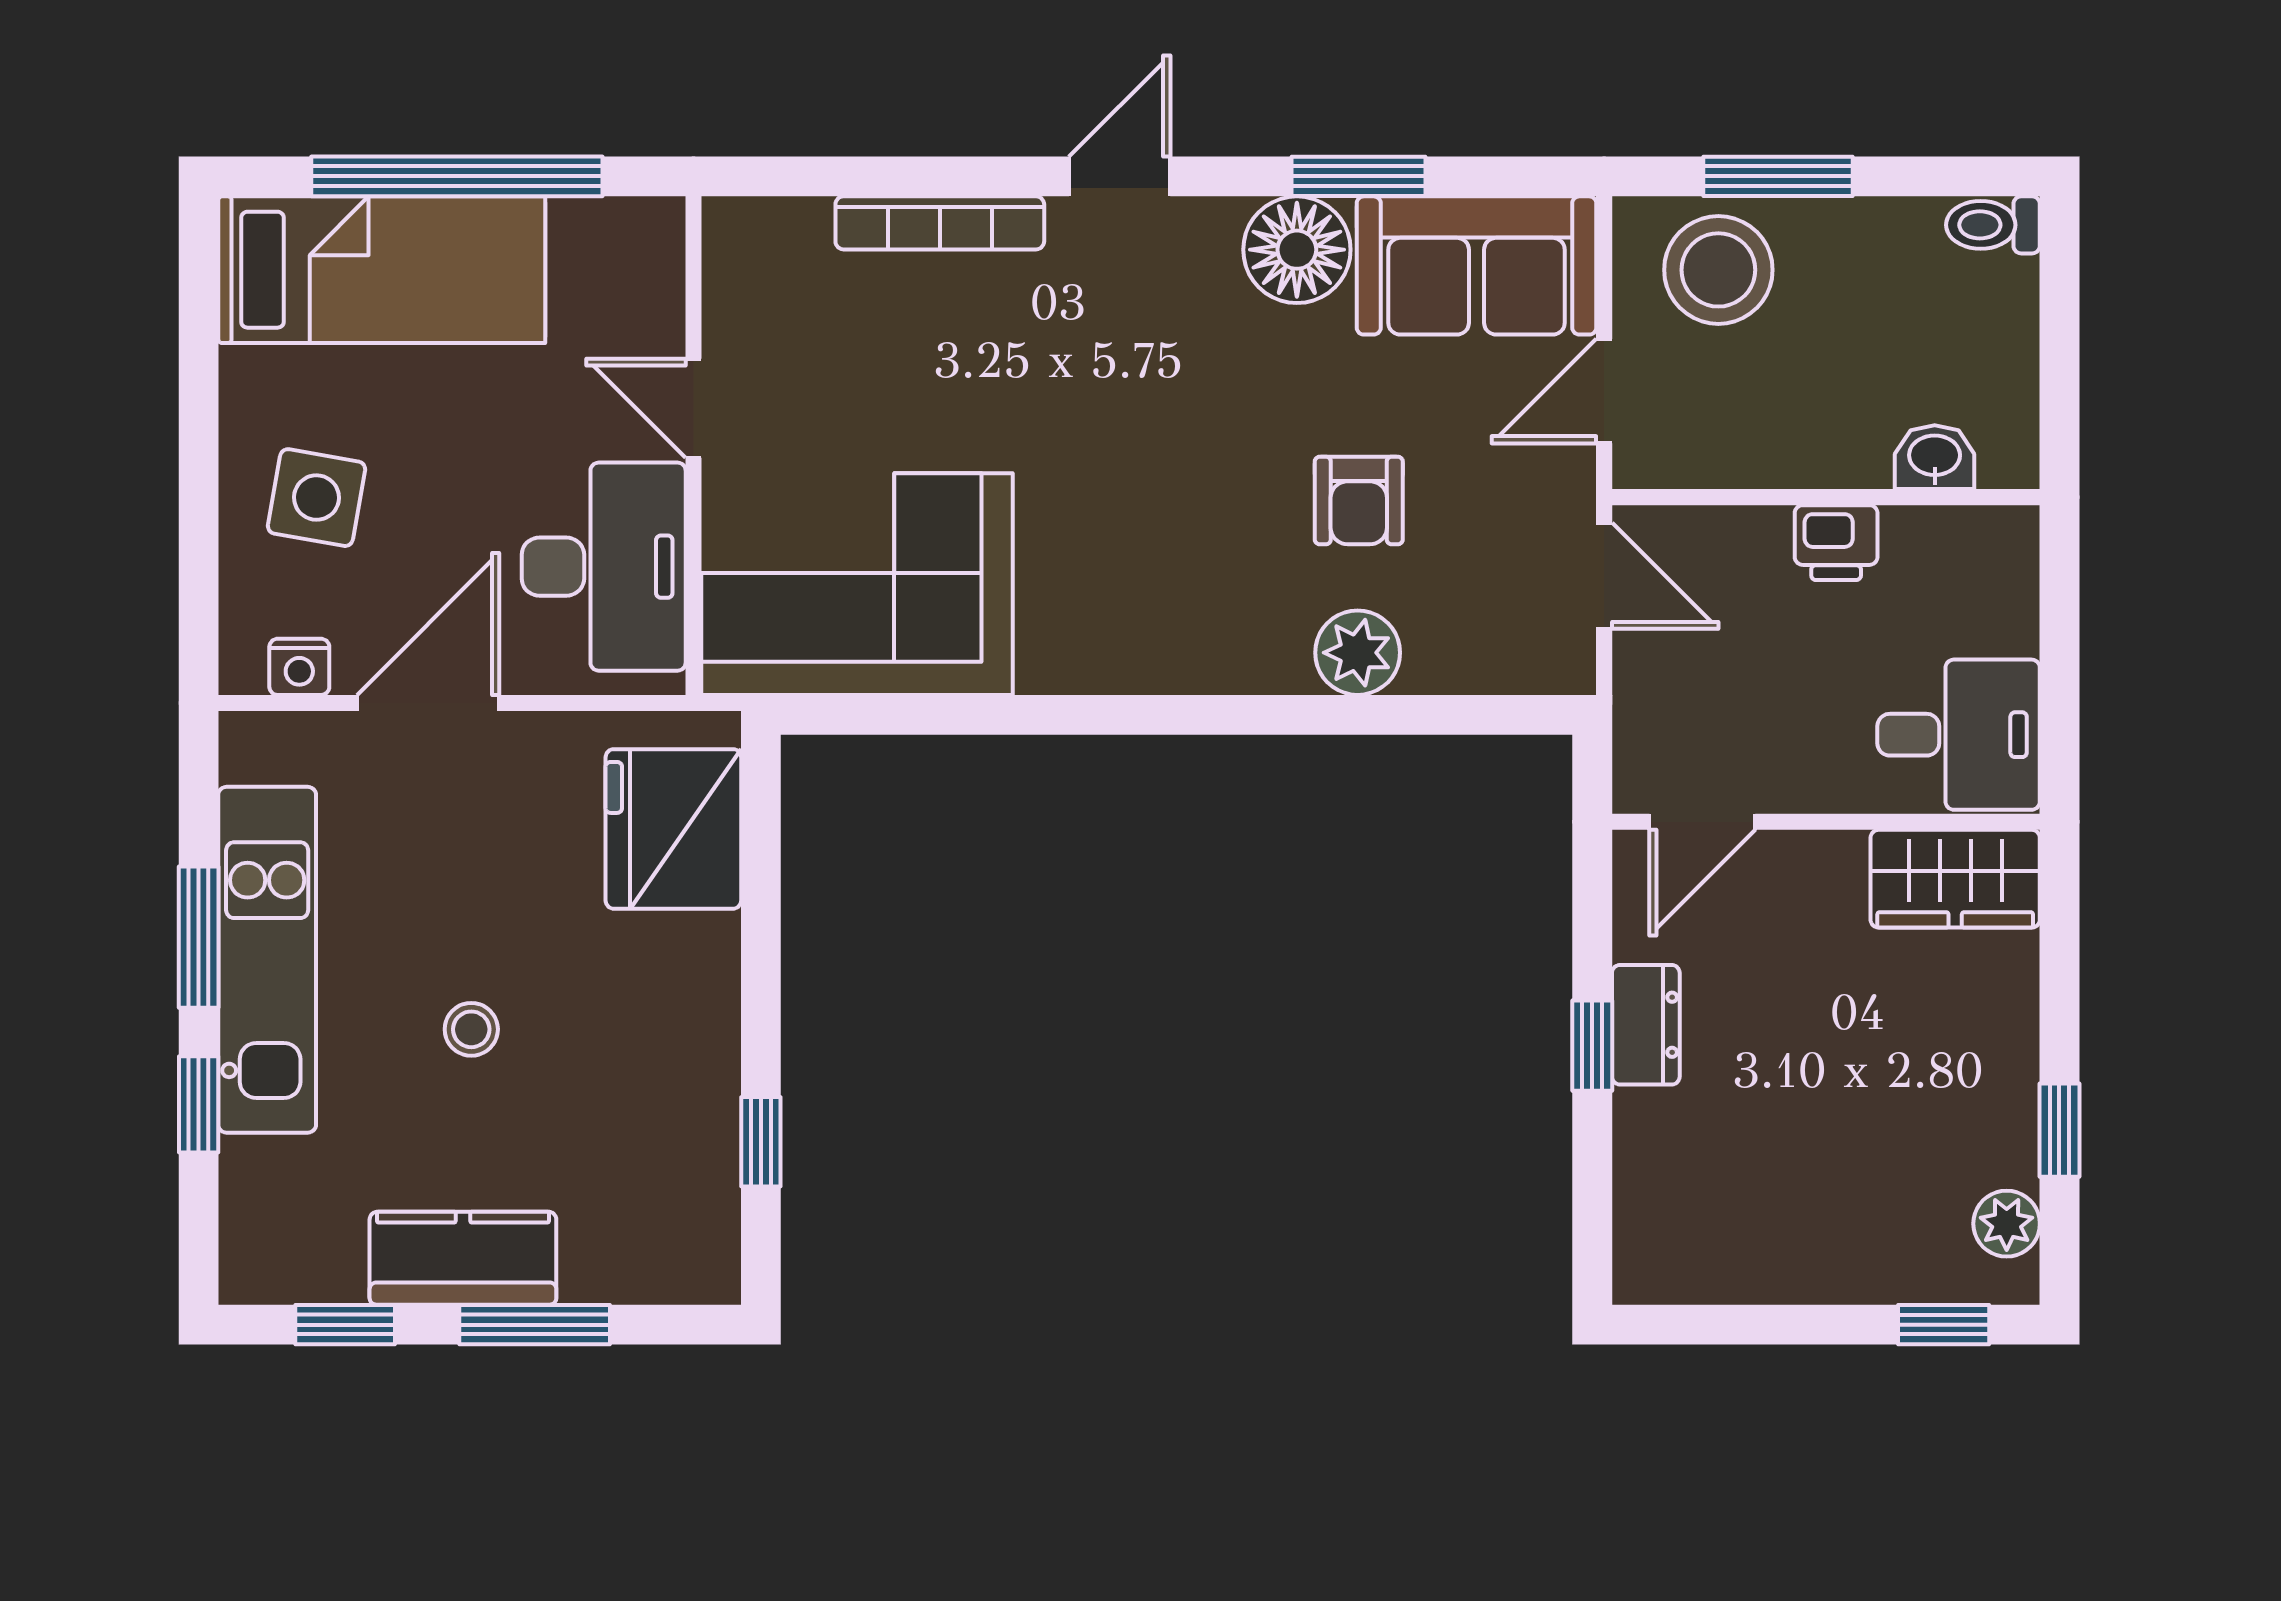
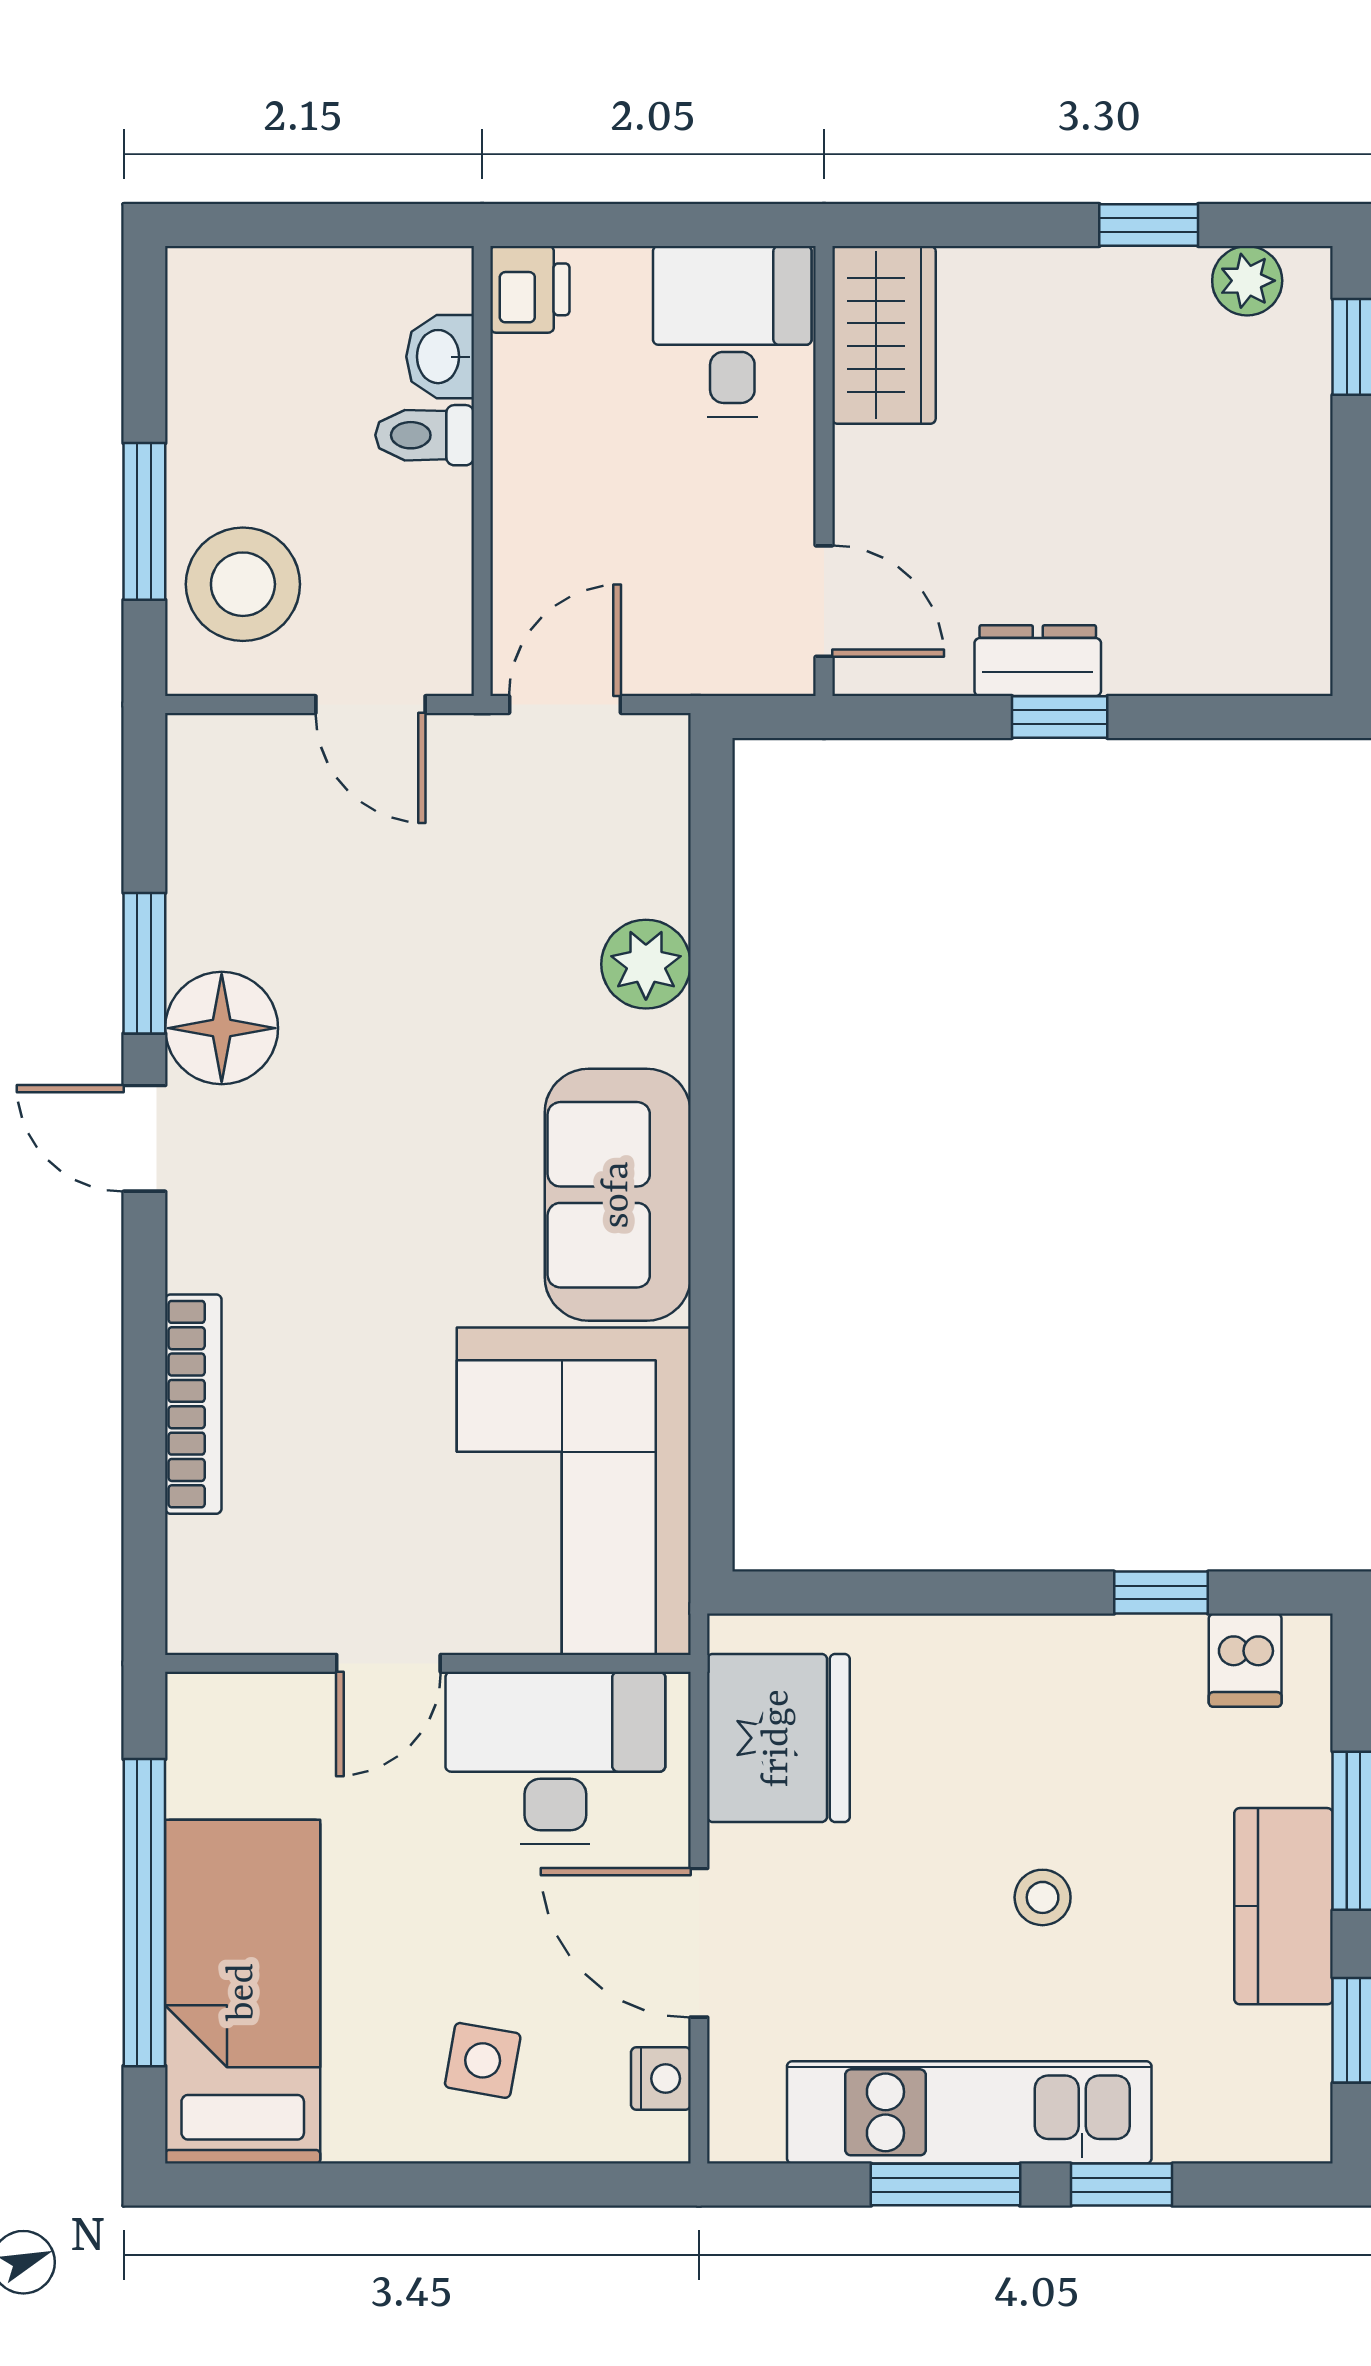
door: (1120, 176) -> (144, 1138), moved
toilet: (1993, 225) -> (425, 435), moved, turned 90
sofa: (1476, 265) -> (618, 1195), moved, turned 180
side table: (317, 498) -> (483, 2060), width x0.73, depth x0.73
armchair: (1359, 500) -> (486, 963), removed
printer: (1836, 543) -> (530, 289), moved
fridge: (673, 829) -> (778, 1738), moved, turned -90
dishwasher: (697, 1222) -> (1245, 1660), added

